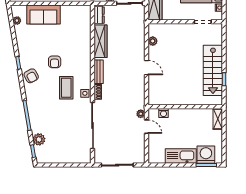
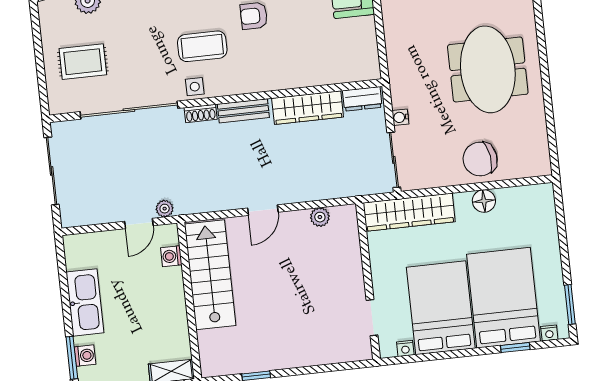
stairs: (213, 70) -> (210, 275), moved, turned 90
rug: (67, 145) -> (83, 62), added
washing machine: (206, 155) -> (85, 356), width x0.53, depth x0.53

